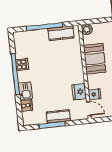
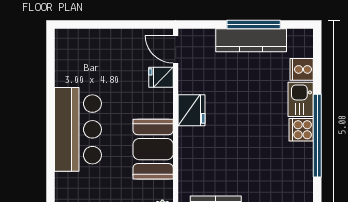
cooker: (22, 64) -> (301, 130), moved
fridge: (79, 92) -> (191, 110), moved
kitchen counter: (58, 116) -> (251, 40), width x1.50

